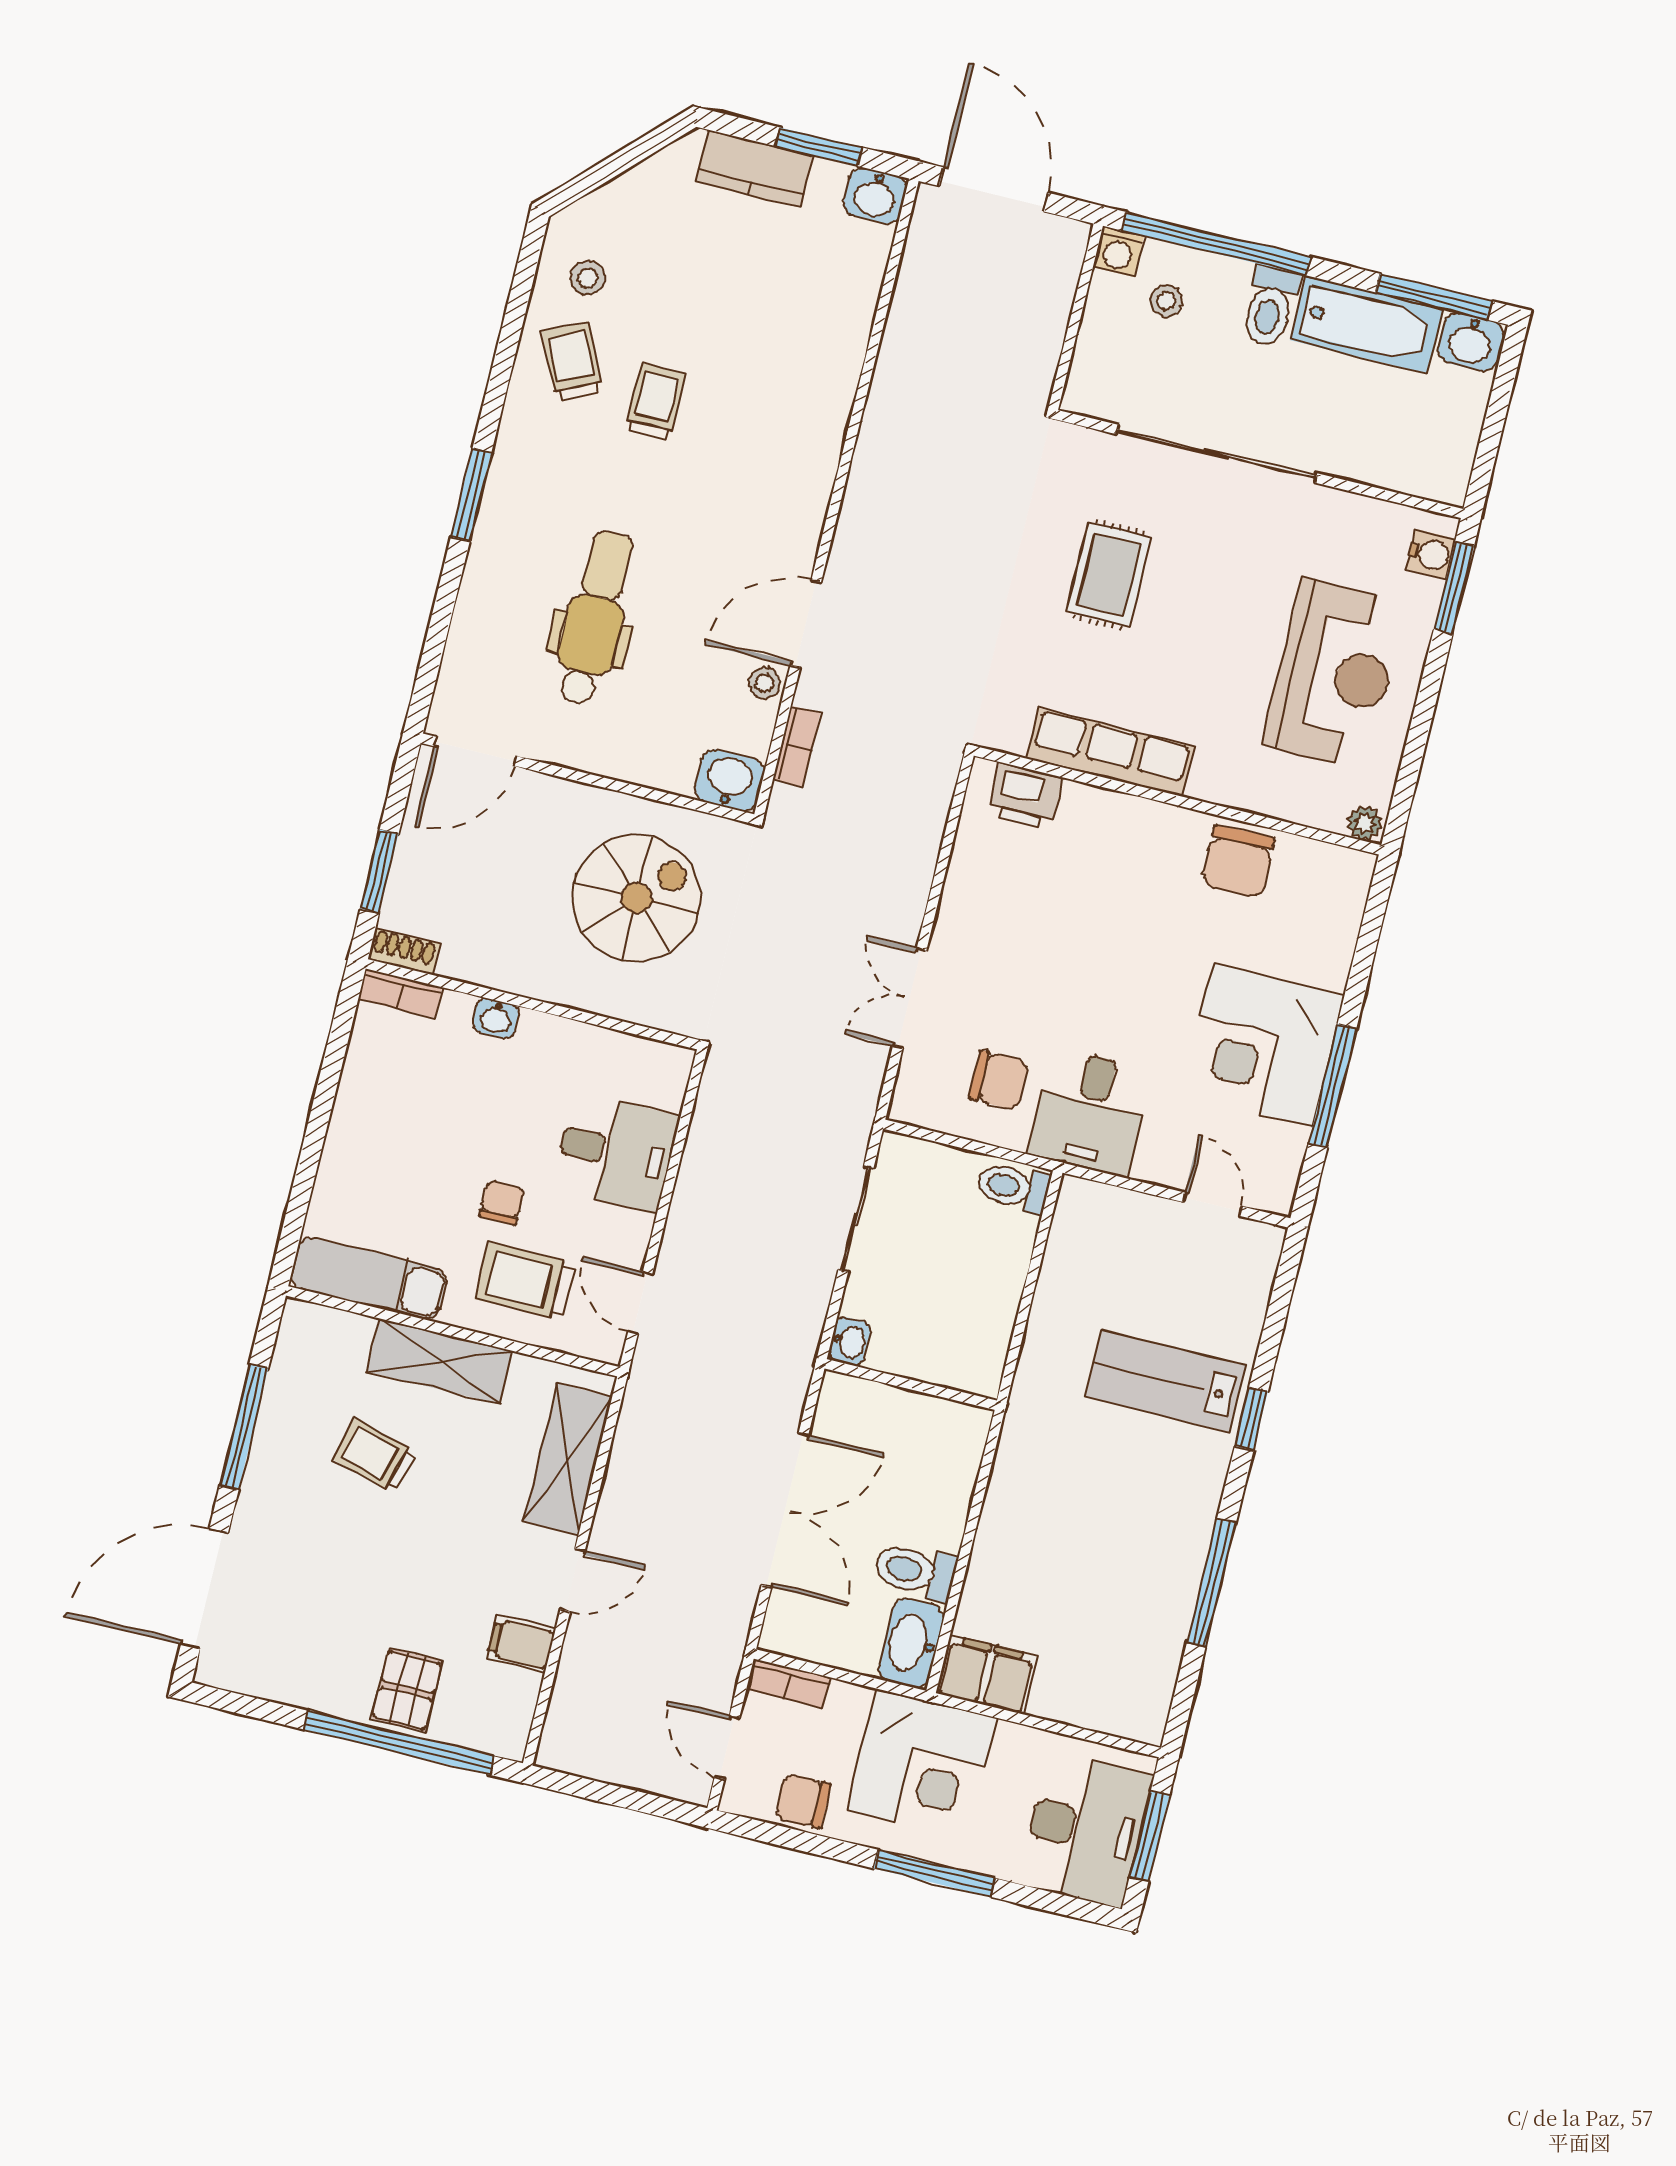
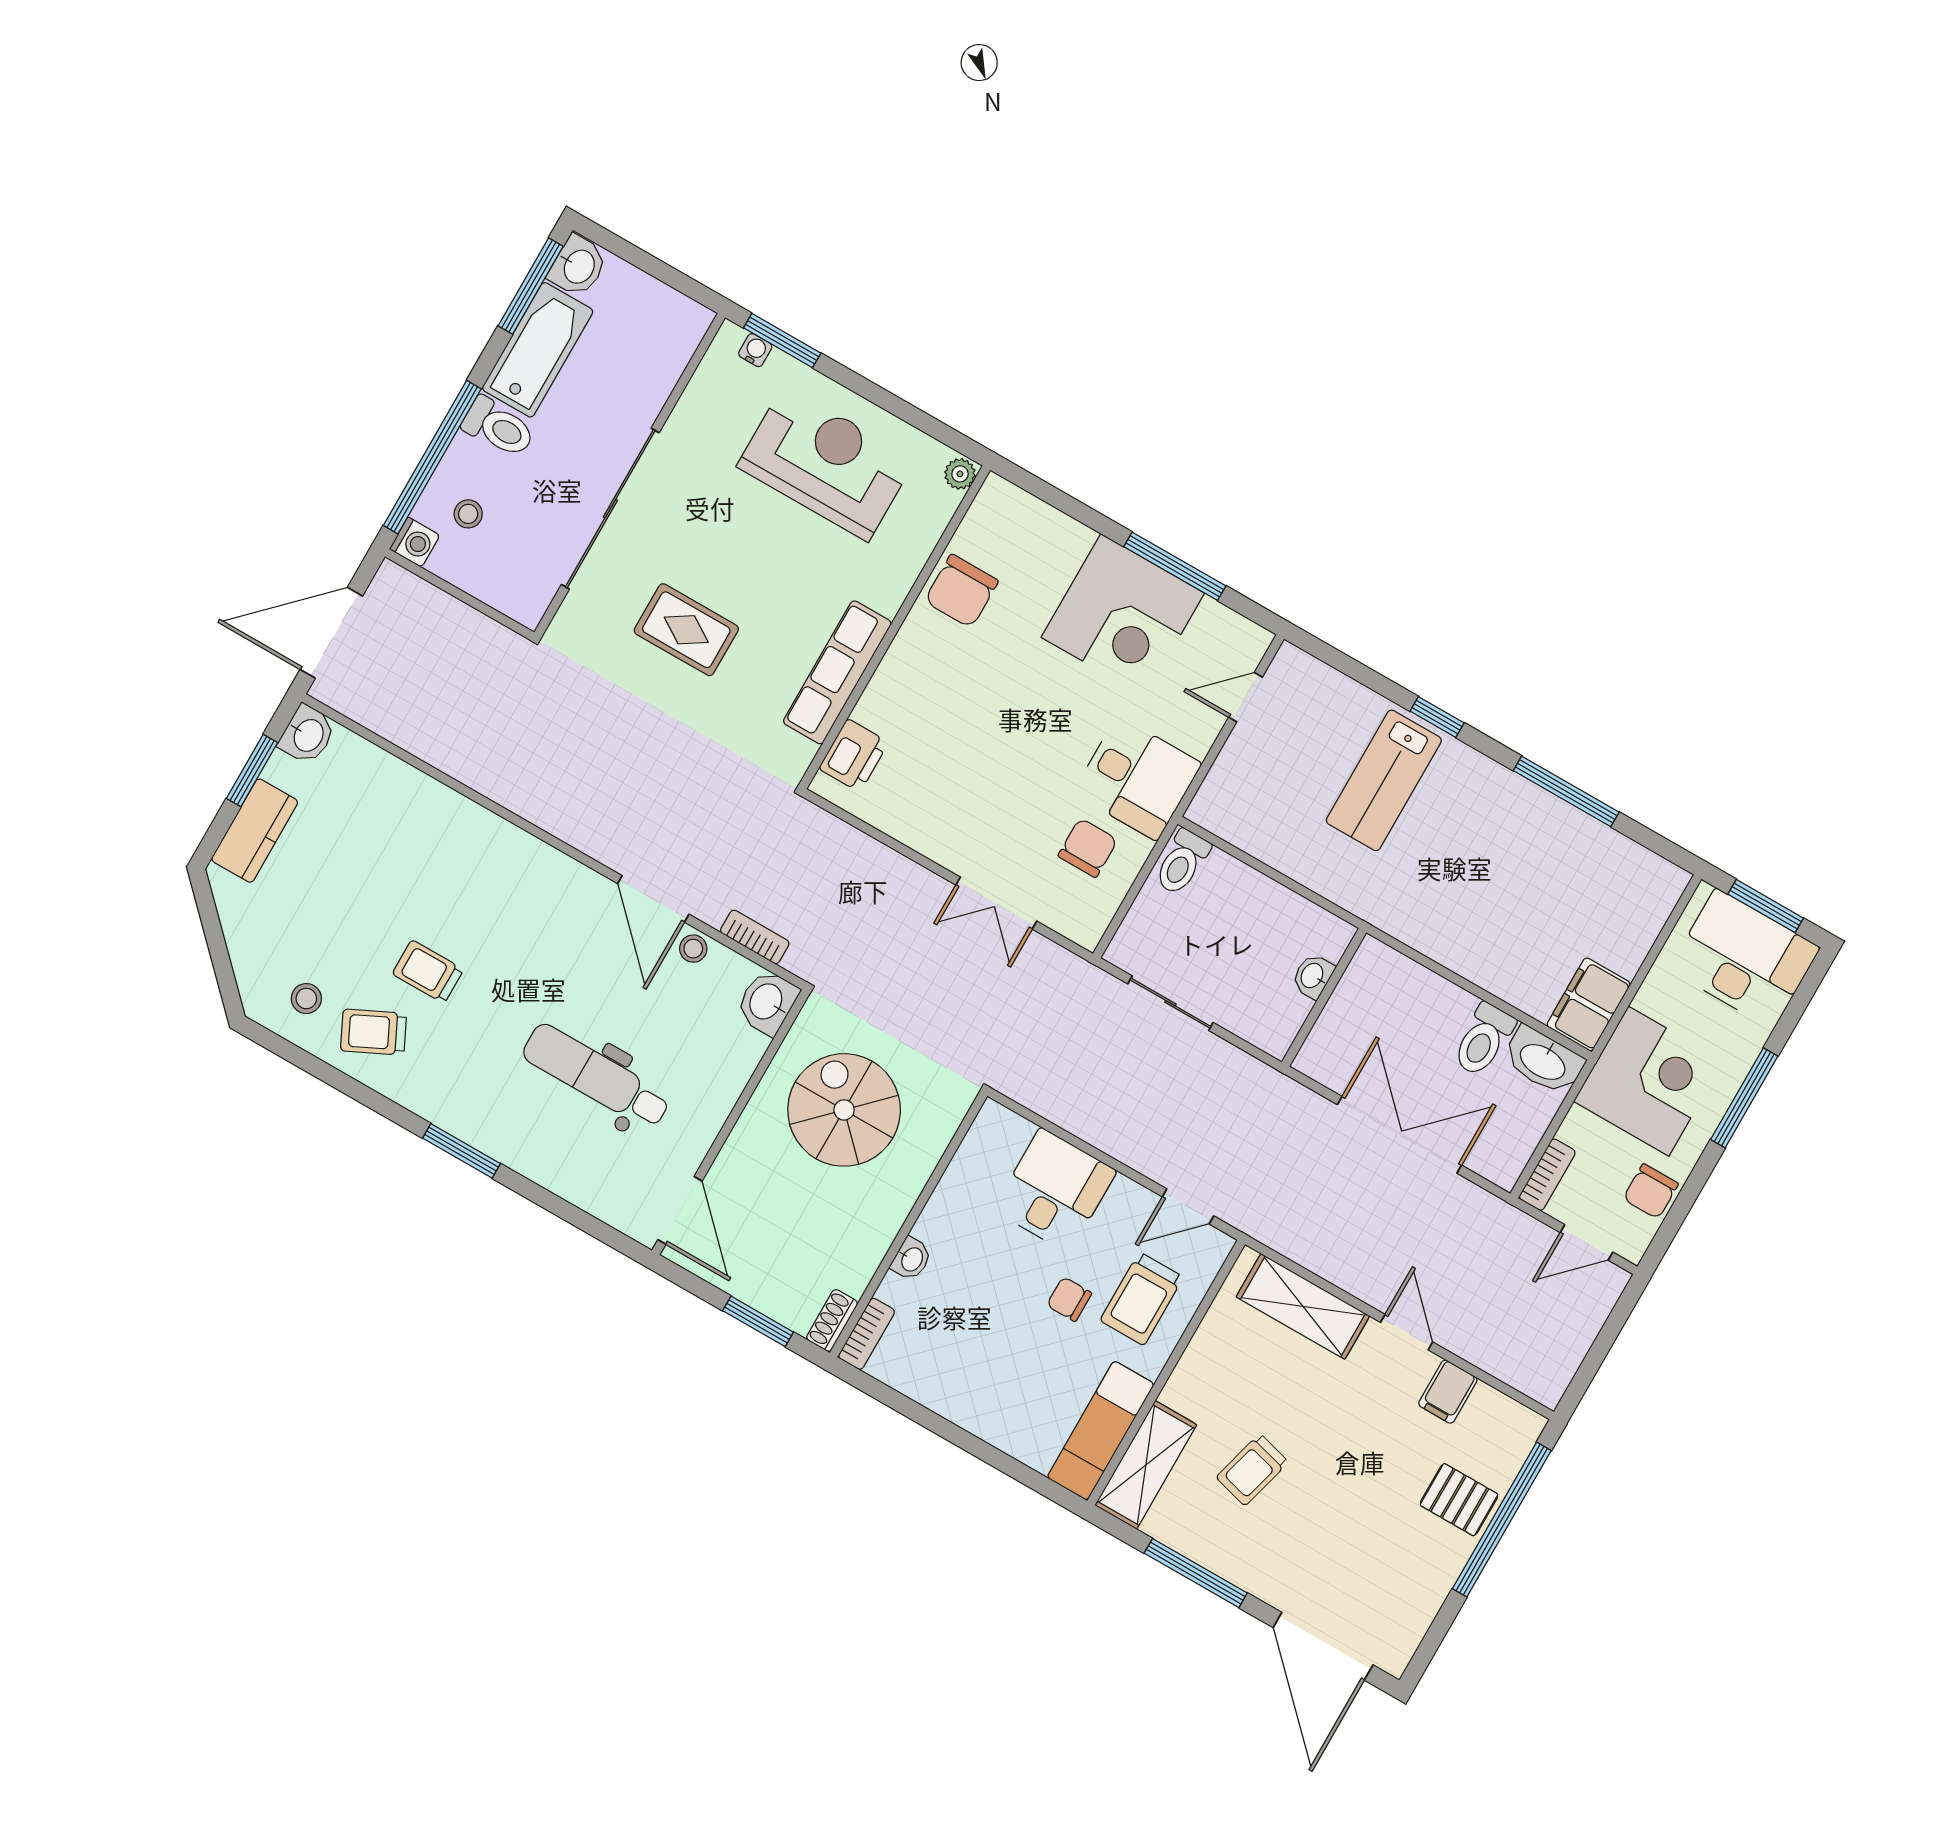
water cooler: (1431, 554) -> (755, 350), width x0.72, depth x0.72
chair: (1238, 862) -> (961, 591), turned 91
washbasin: (850, 1341) -> (1313, 976), moved, turned -90
shelving: (440, 1361) -> (1146, 1465), moved

